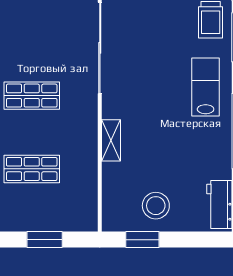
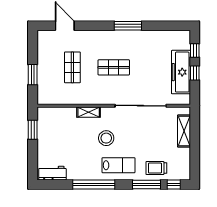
shop shelf: (32, 96) -> (114, 67), turned 90
stool: (156, 206) -> (106, 138), moved

